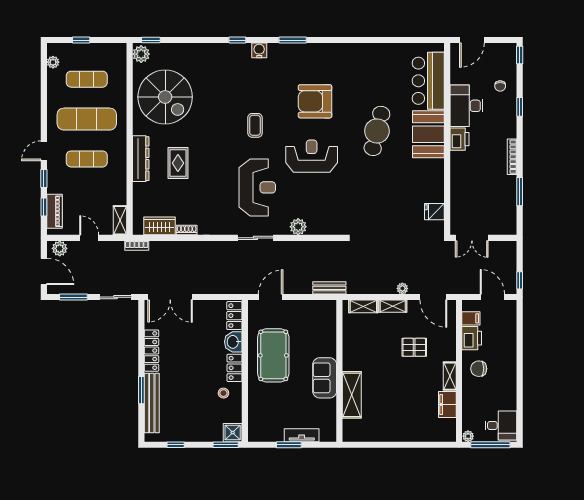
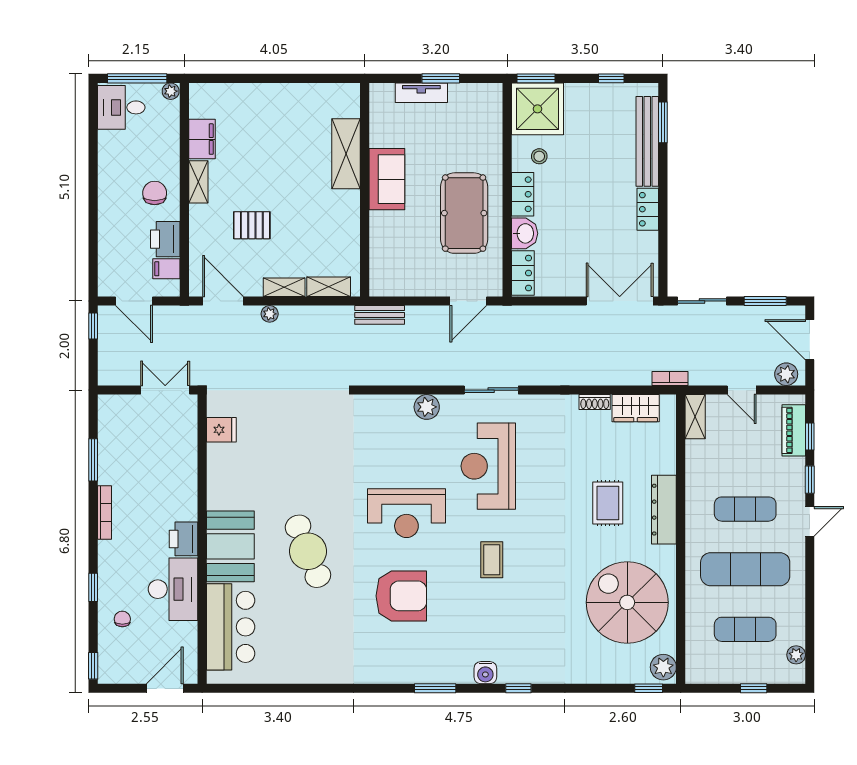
cafe table: (377, 131) -> (308, 551), turned -36
locker: (151, 351) -> (648, 209), width x0.66
chair: (479, 369) -> (155, 193), turned -90
window: (141, 390) -> (663, 122), moved
shower: (233, 433) -> (538, 109), width x1.86, depth x1.86

